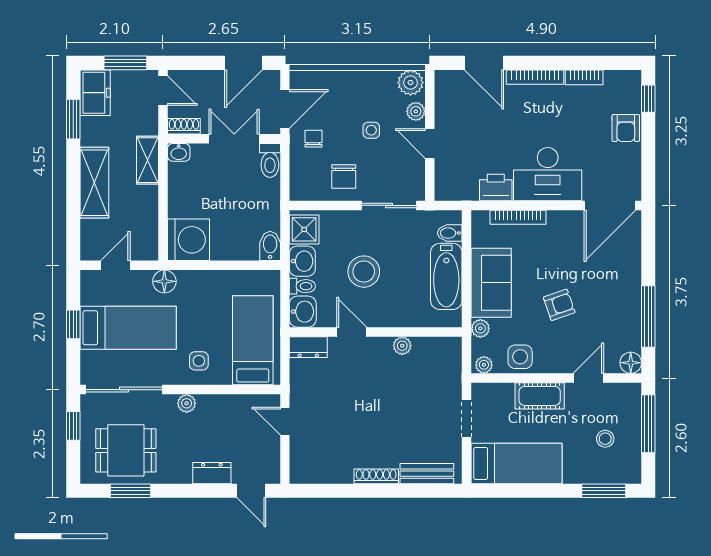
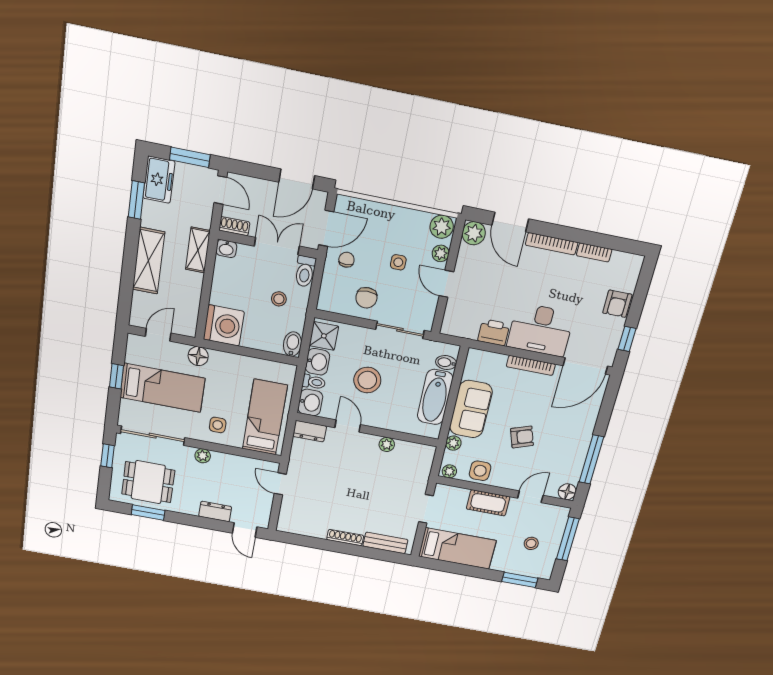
plant: (447, 83) -> (474, 233), added
window: (648, 99) -> (627, 339), moved
stool: (246, 197) -> (279, 299), added
bookcase: (518, 217) -> (531, 365), moved

